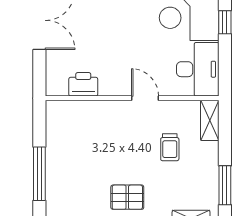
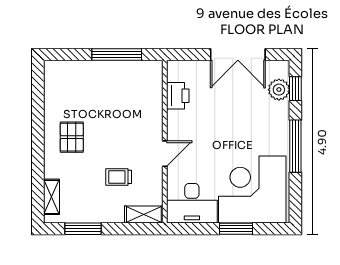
window: (225, 22) -> (236, 229), width x1.50
window: (39, 174) -> (117, 55), moved

